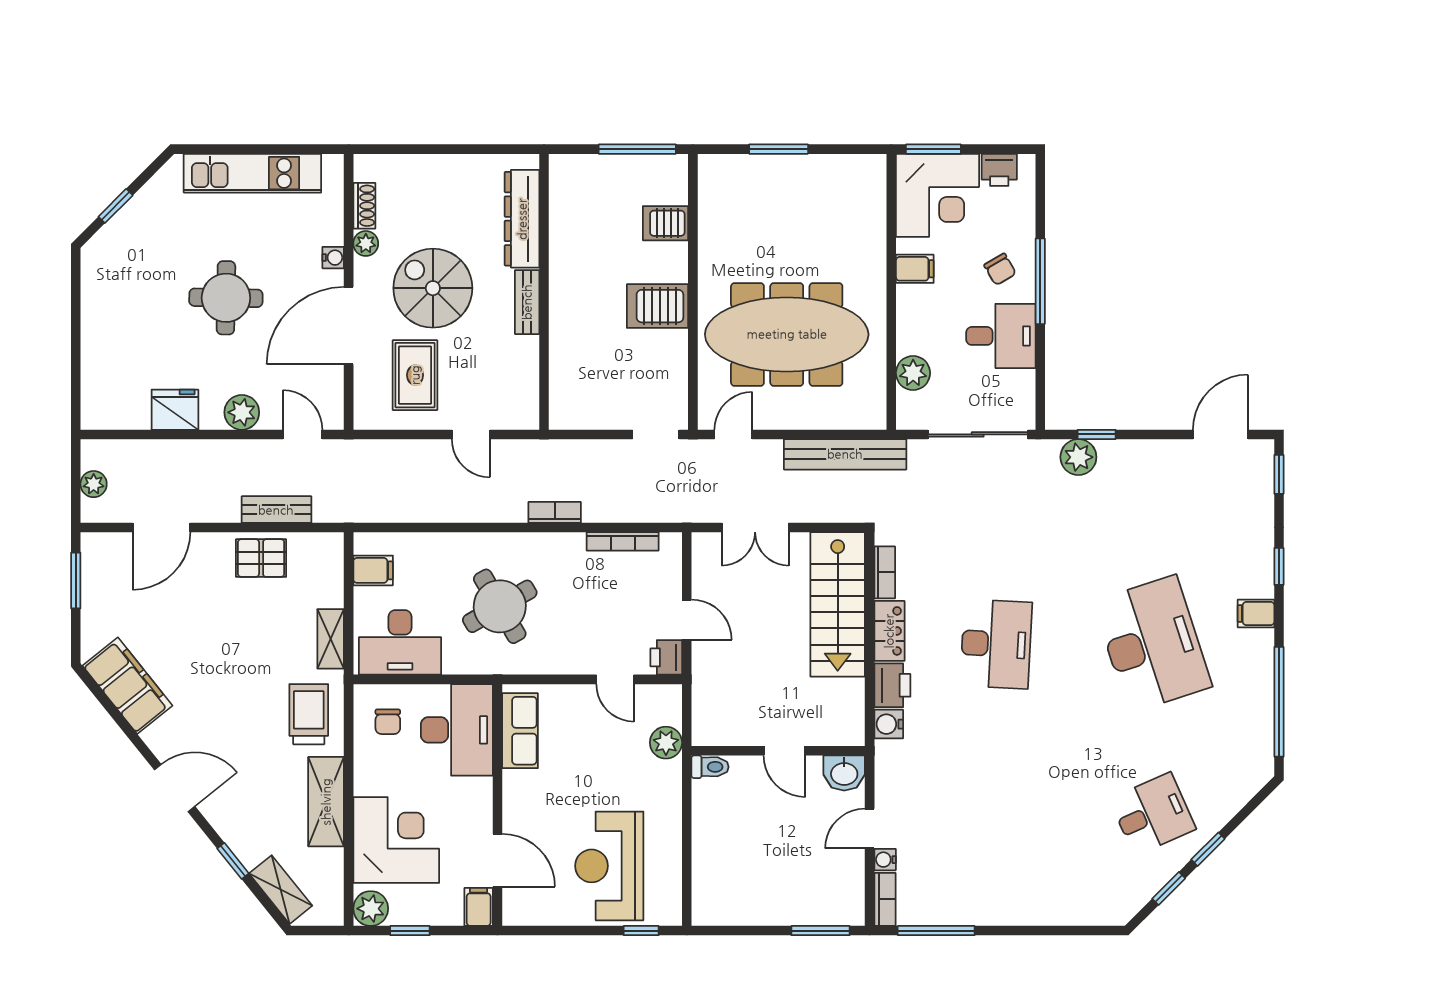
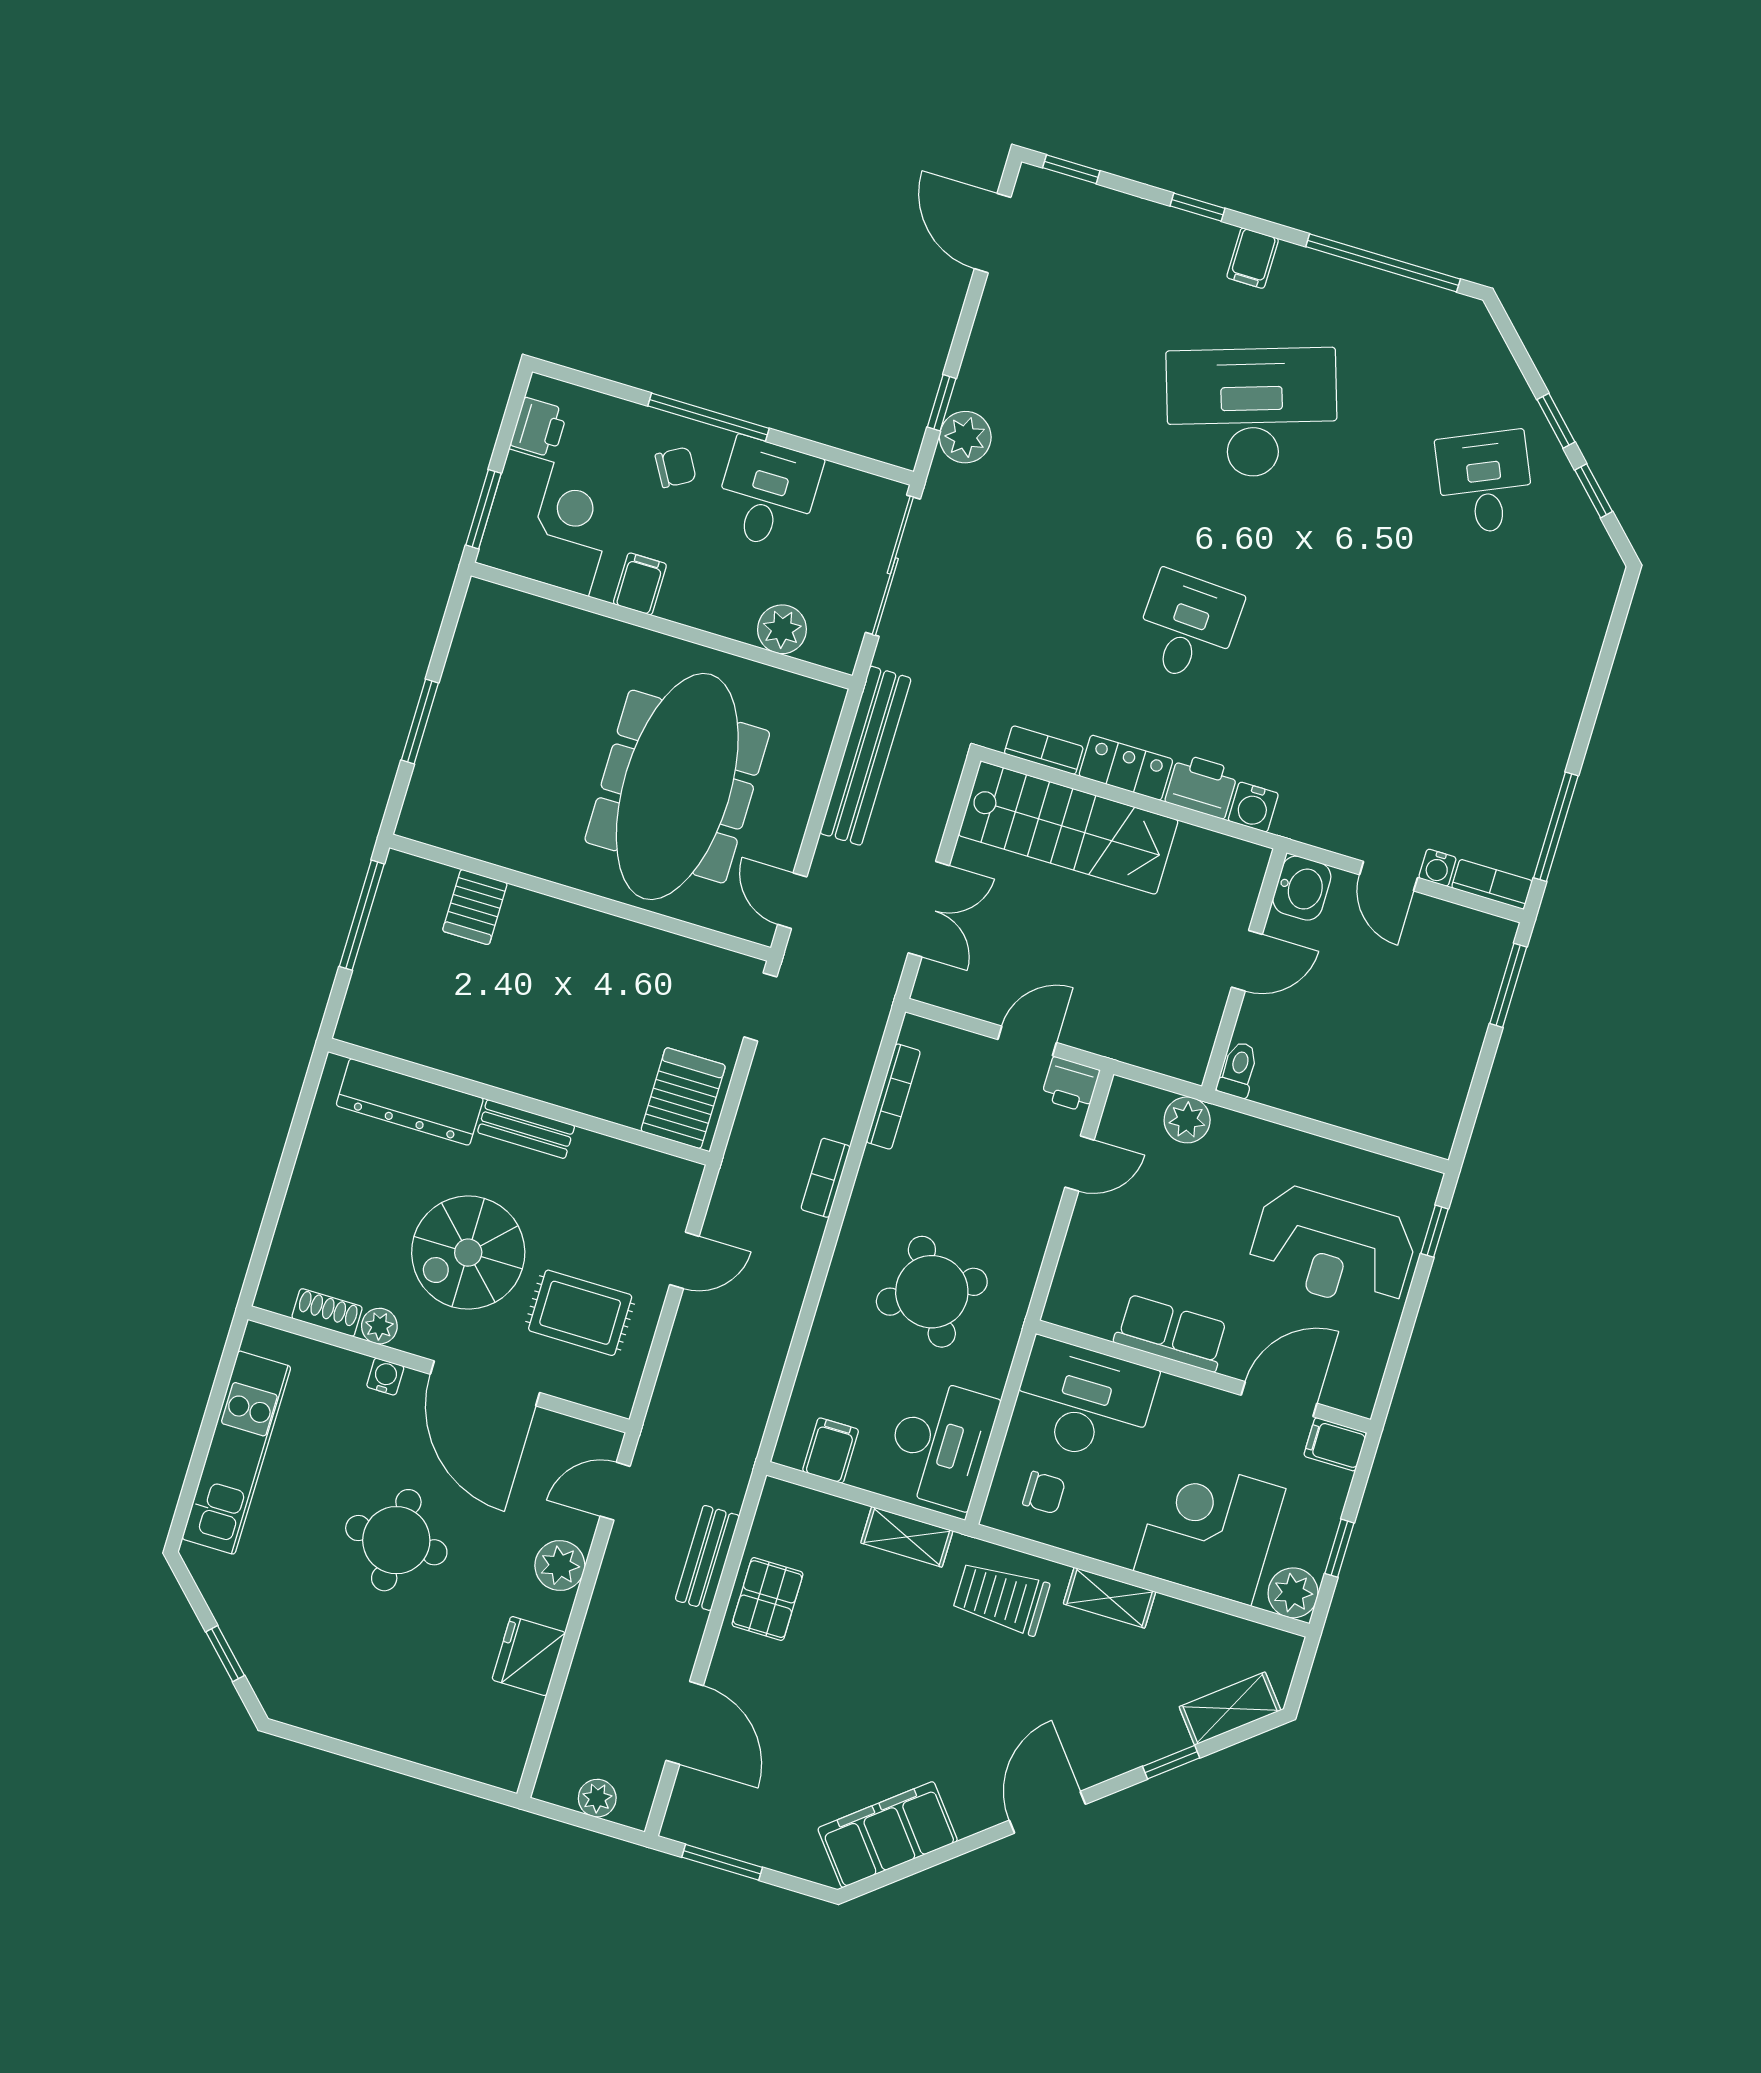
server rack: (658, 306) -> (683, 1098), moved, turned 180
desk: (996, 644) -> (1188, 627), width x0.73
row of seats: (520, 731) -> (1171, 1333), moved
shelving: (326, 802) -> (1110, 1598), width x0.67, depth x0.75

